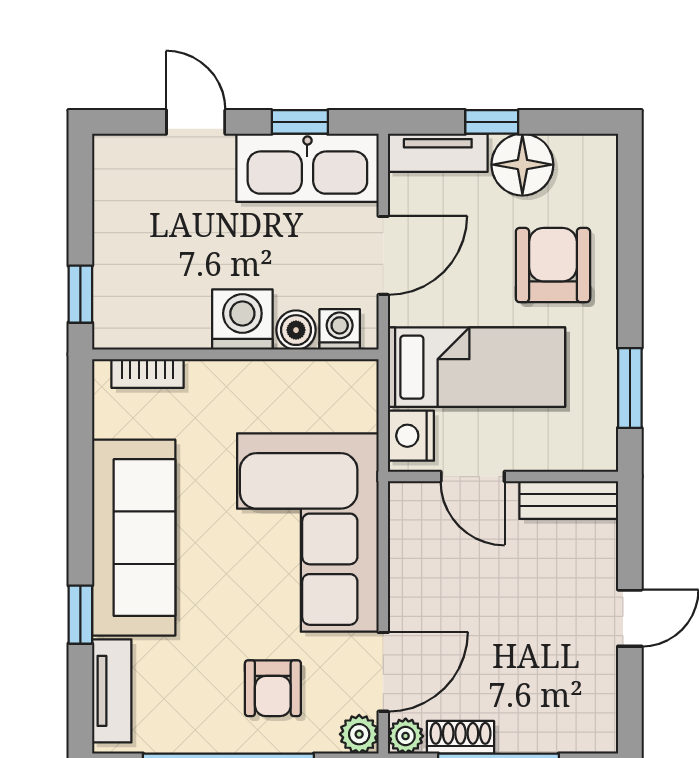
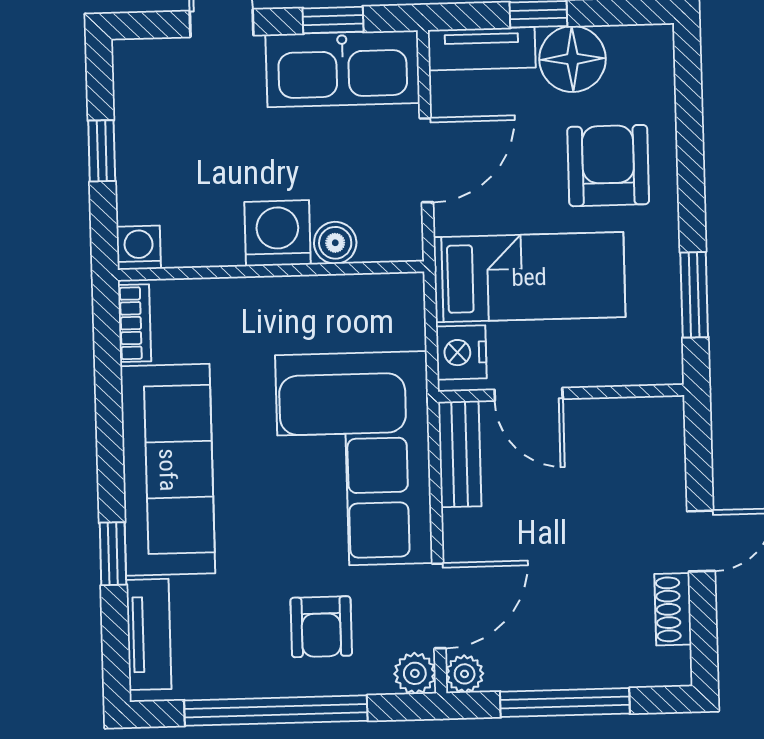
window: (80, 294) -> (102, 151), moved
washing machine: (340, 329) -> (139, 248), moved
bookcase: (147, 374) -> (135, 323), moved, turned -90
bench: (569, 500) -> (460, 454), moved, turned 90
shoe rack: (461, 737) -> (673, 609), moved, turned -90

